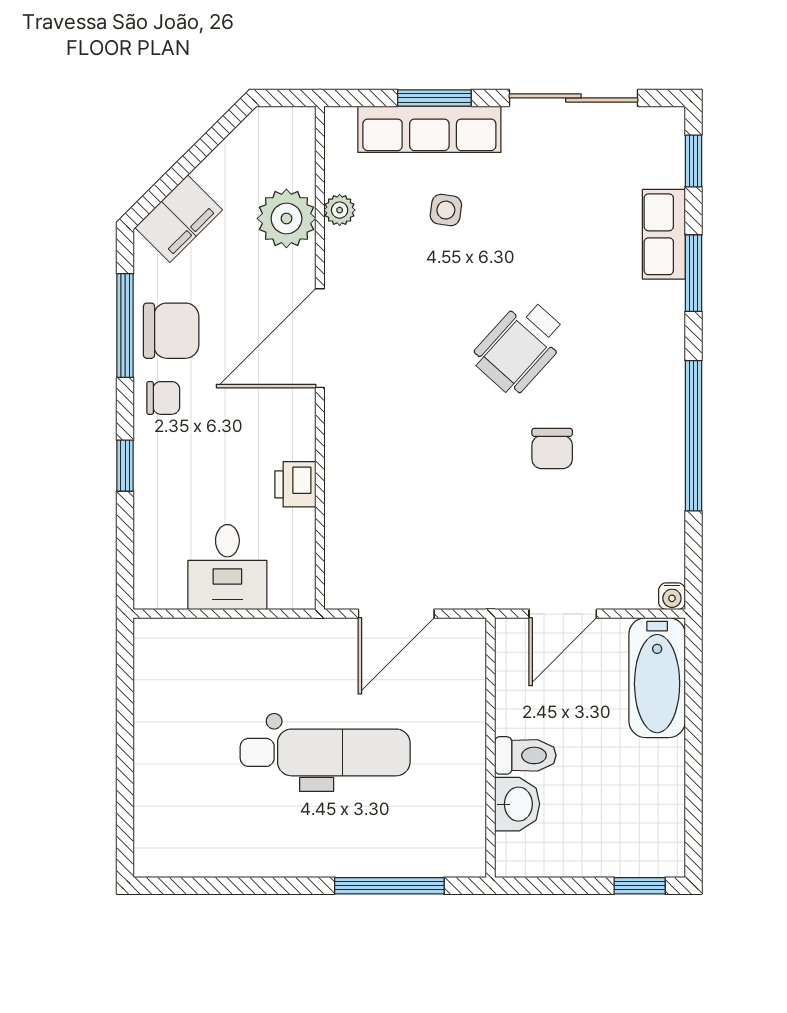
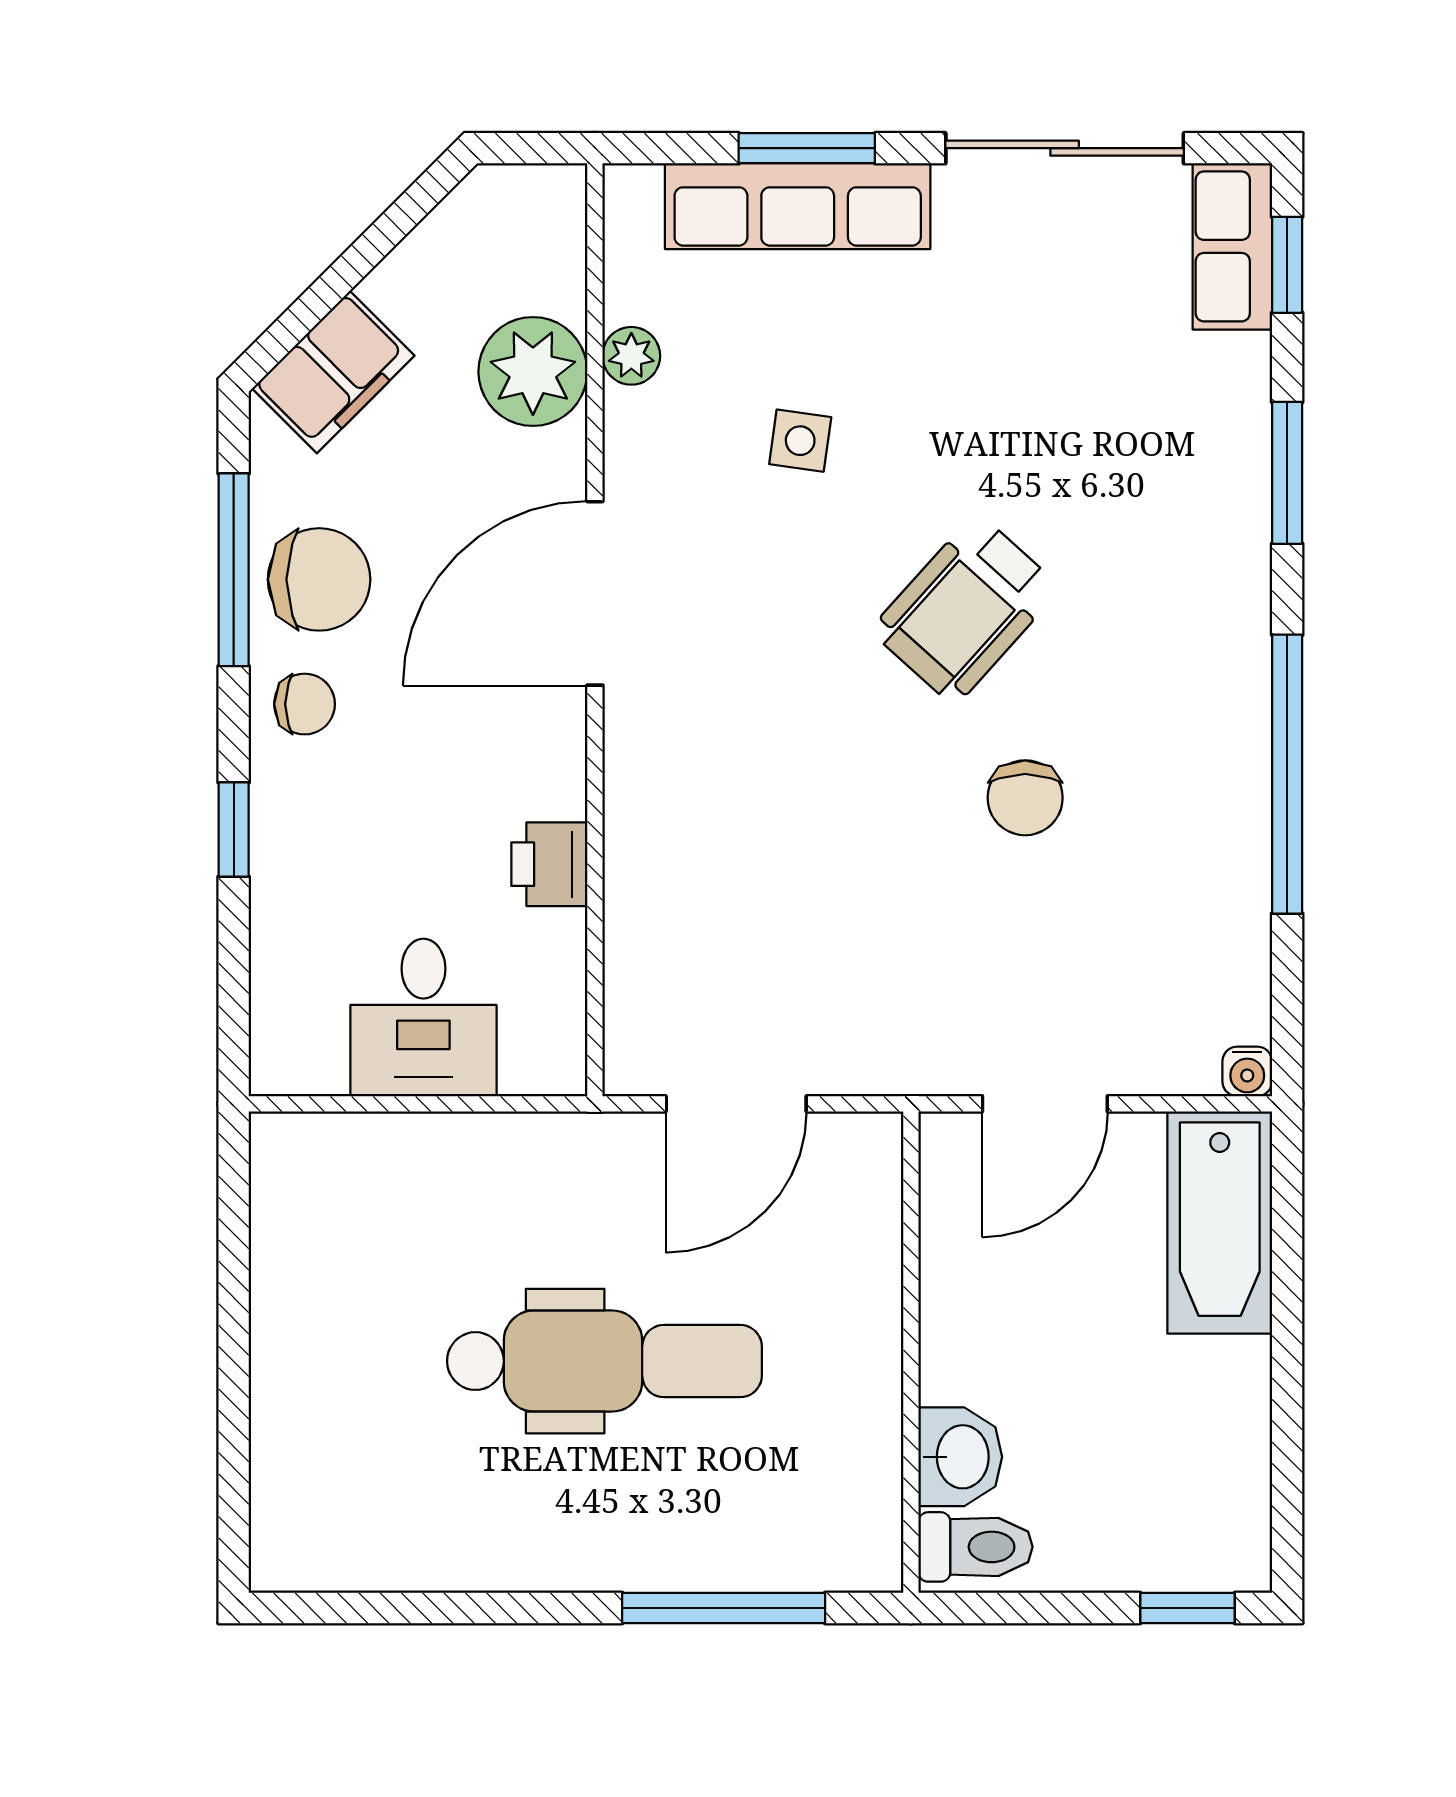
side table: (446, 210) -> (800, 441), moved
row of seats: (664, 234) -> (1232, 246), moved
toilet: (525, 755) -> (976, 1547), moved

